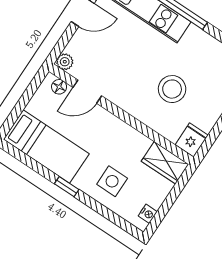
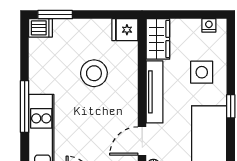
door: (87, 92) -> (142, 141), swing flipped
tv unit: (122, 130) -> (155, 92), added

